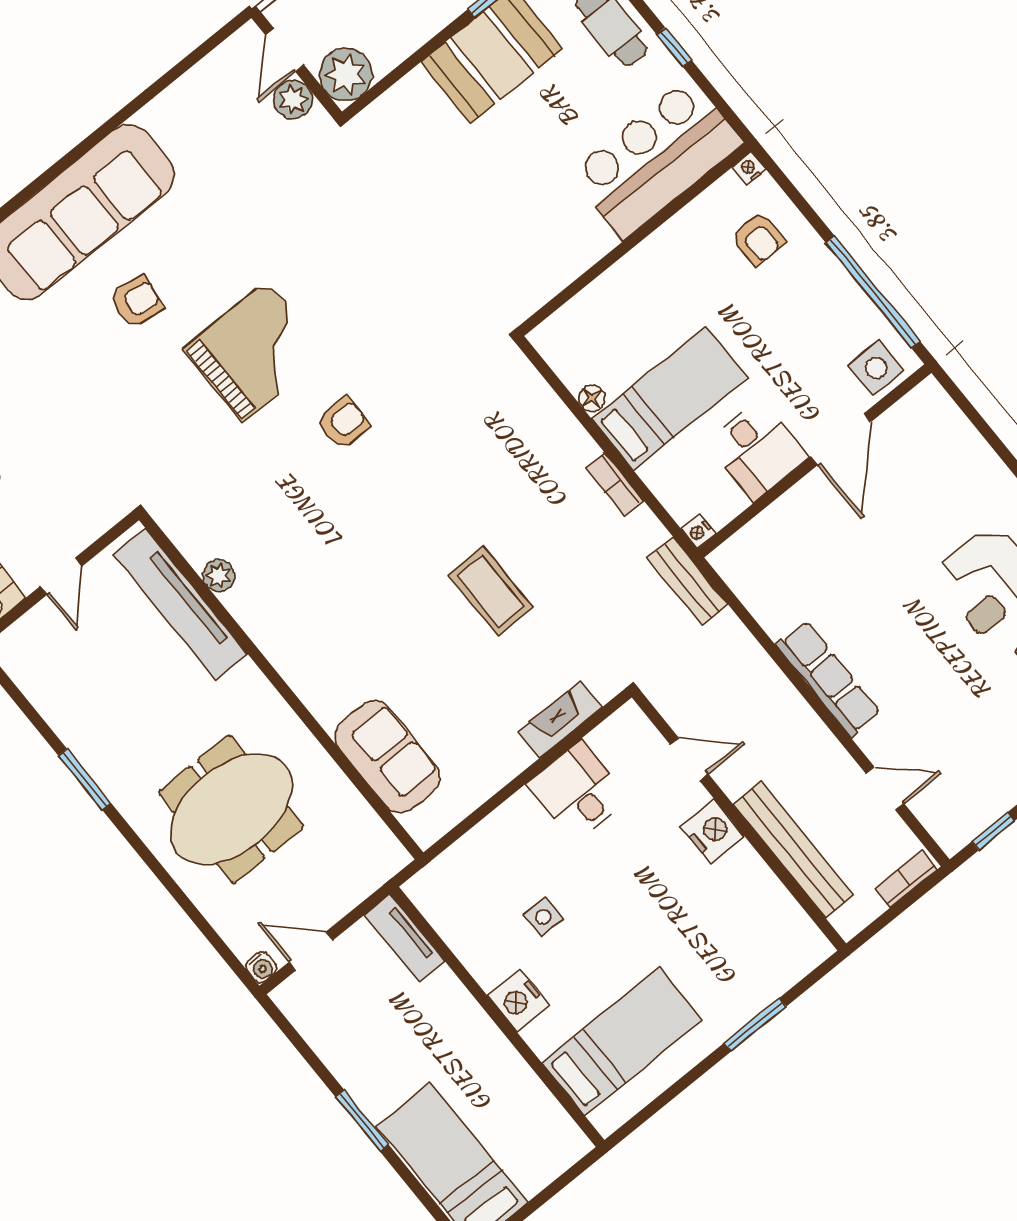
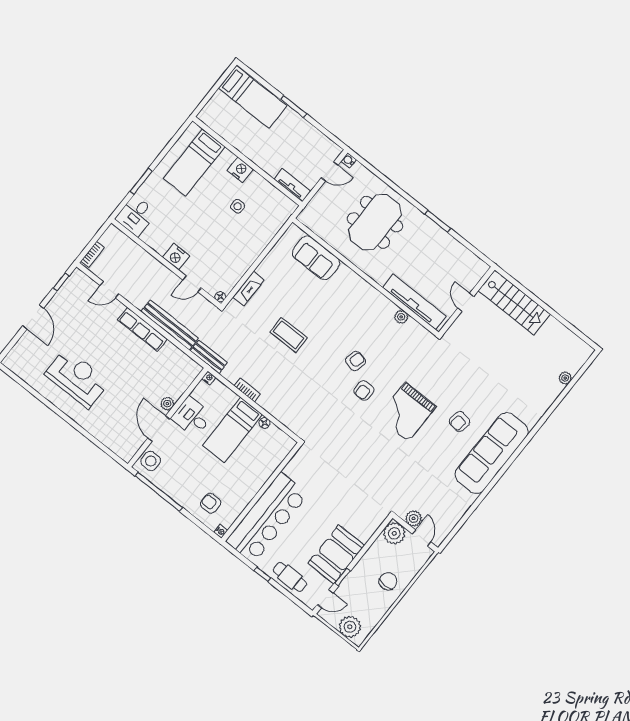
bar counter: (656, 158) -> (267, 518), width x1.36
plant: (808, 493) -> (167, 404), added
armchair: (348, 496) -> (355, 361), added
floor lamp: (630, 715) -> (220, 297), added
desk: (578, 791) -> (136, 216), moved, turned 90
bench: (793, 850) -> (170, 325), moved

